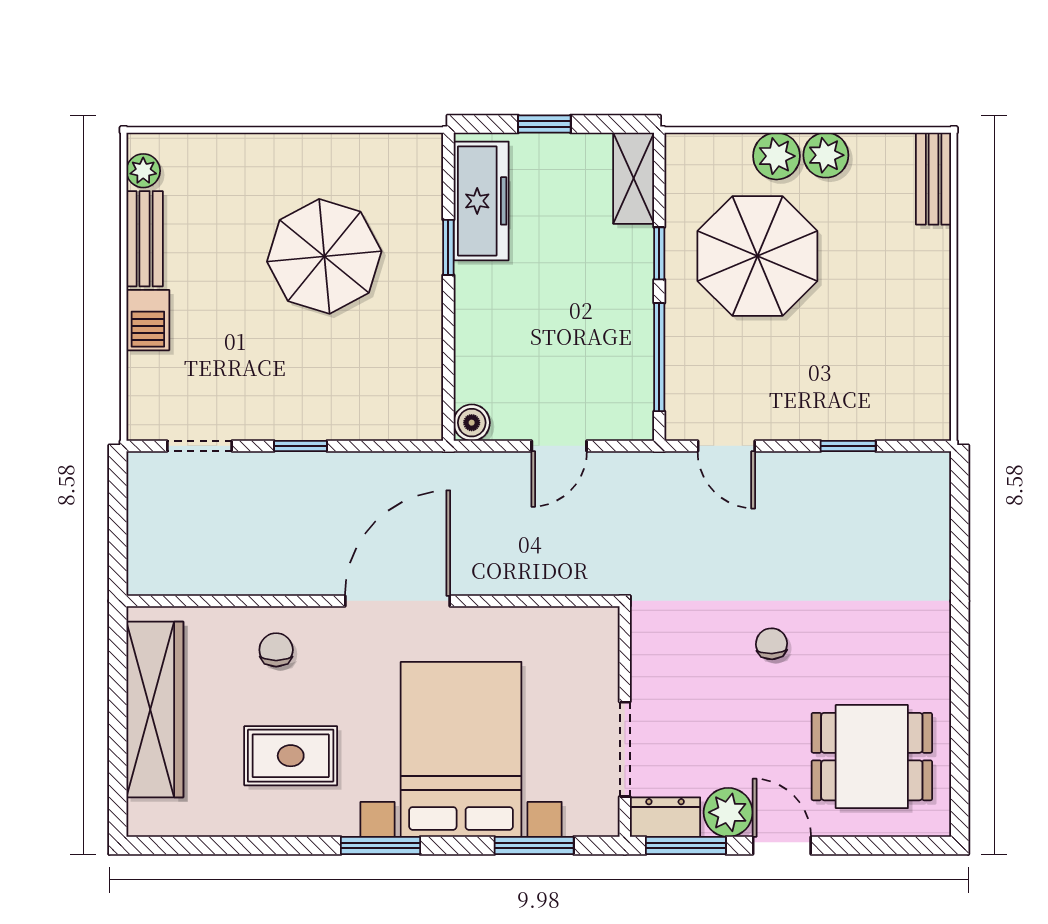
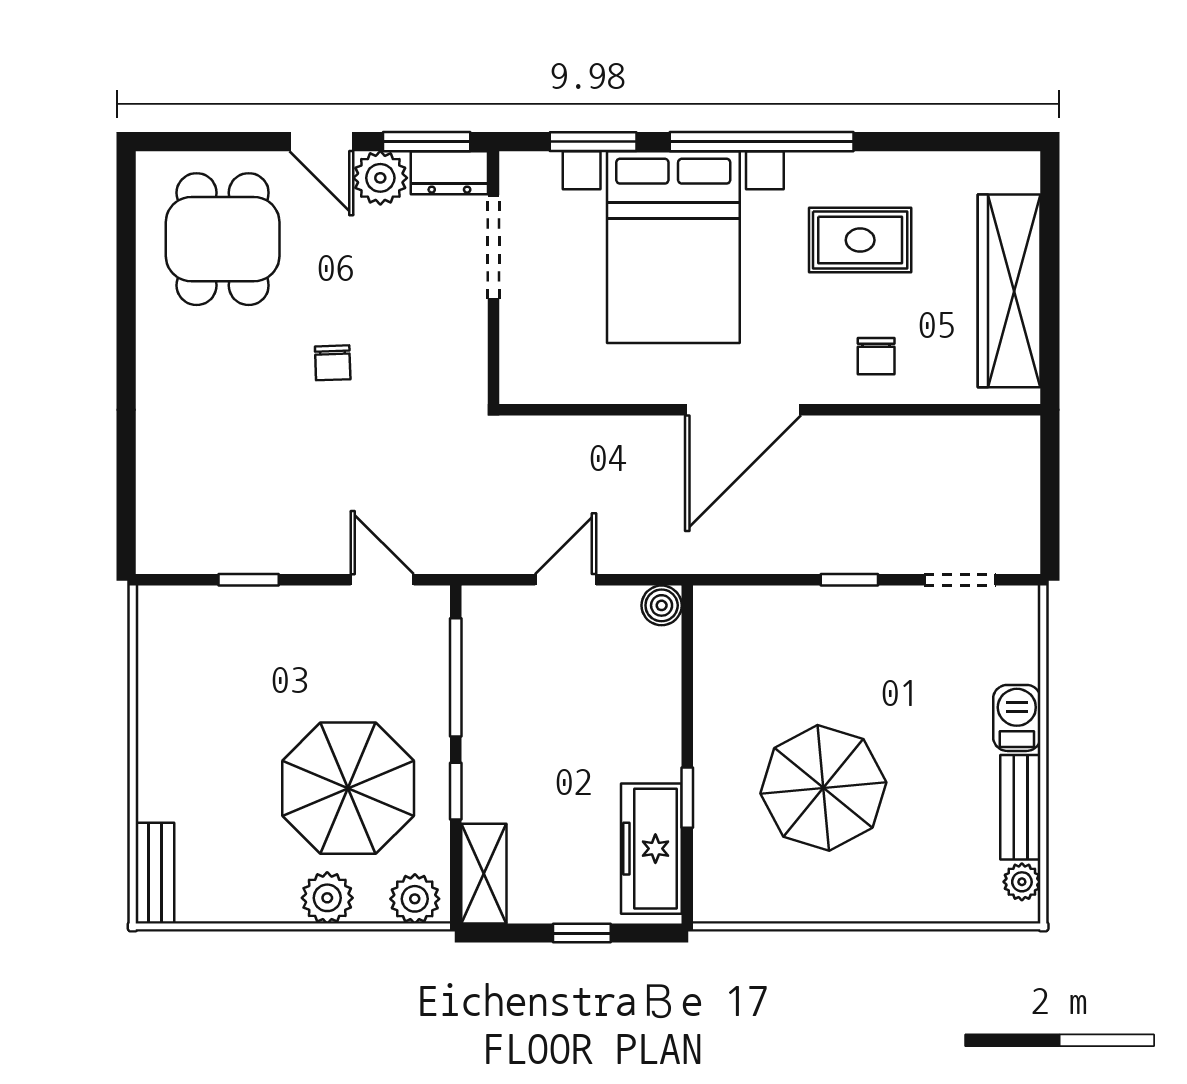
plant: (826, 155) -> (415, 899), moved
dining table: (872, 757) -> (223, 239), turned 90
window: (380, 845) -> (762, 142), width x2.11

